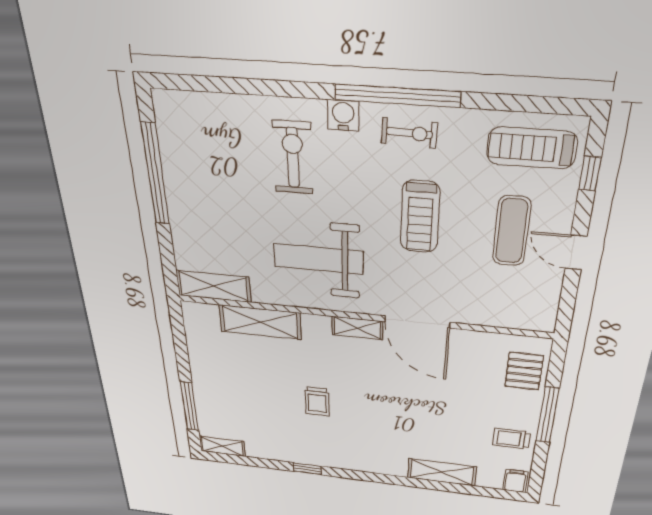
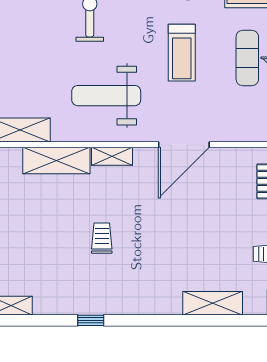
door: (417, 322) -> (184, 145), hinge flipped
shelving: (357, 328) -> (112, 156), moved
trolley: (317, 401) -> (102, 238), turned 180

